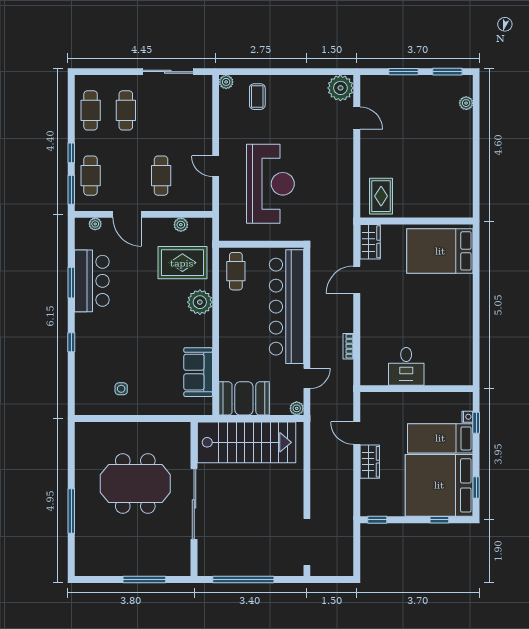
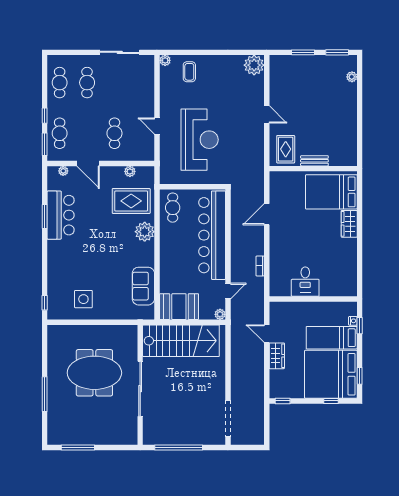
door: (357, 118) -> (267, 114), moved
bench: (418, 211) -> (314, 161), added
wardrobe: (370, 242) -> (349, 224), moved, turned 180
window: (71, 342) -> (45, 303), moved
side table: (121, 389) -> (83, 299), width x1.87, depth x1.87
window: (144, 579) -> (78, 447), moved

